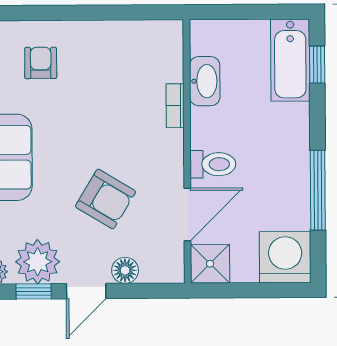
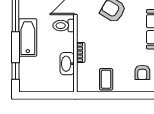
coffee table: (120, 48) -> (106, 79), added
bathtub: (290, 60) -> (28, 37), moved

